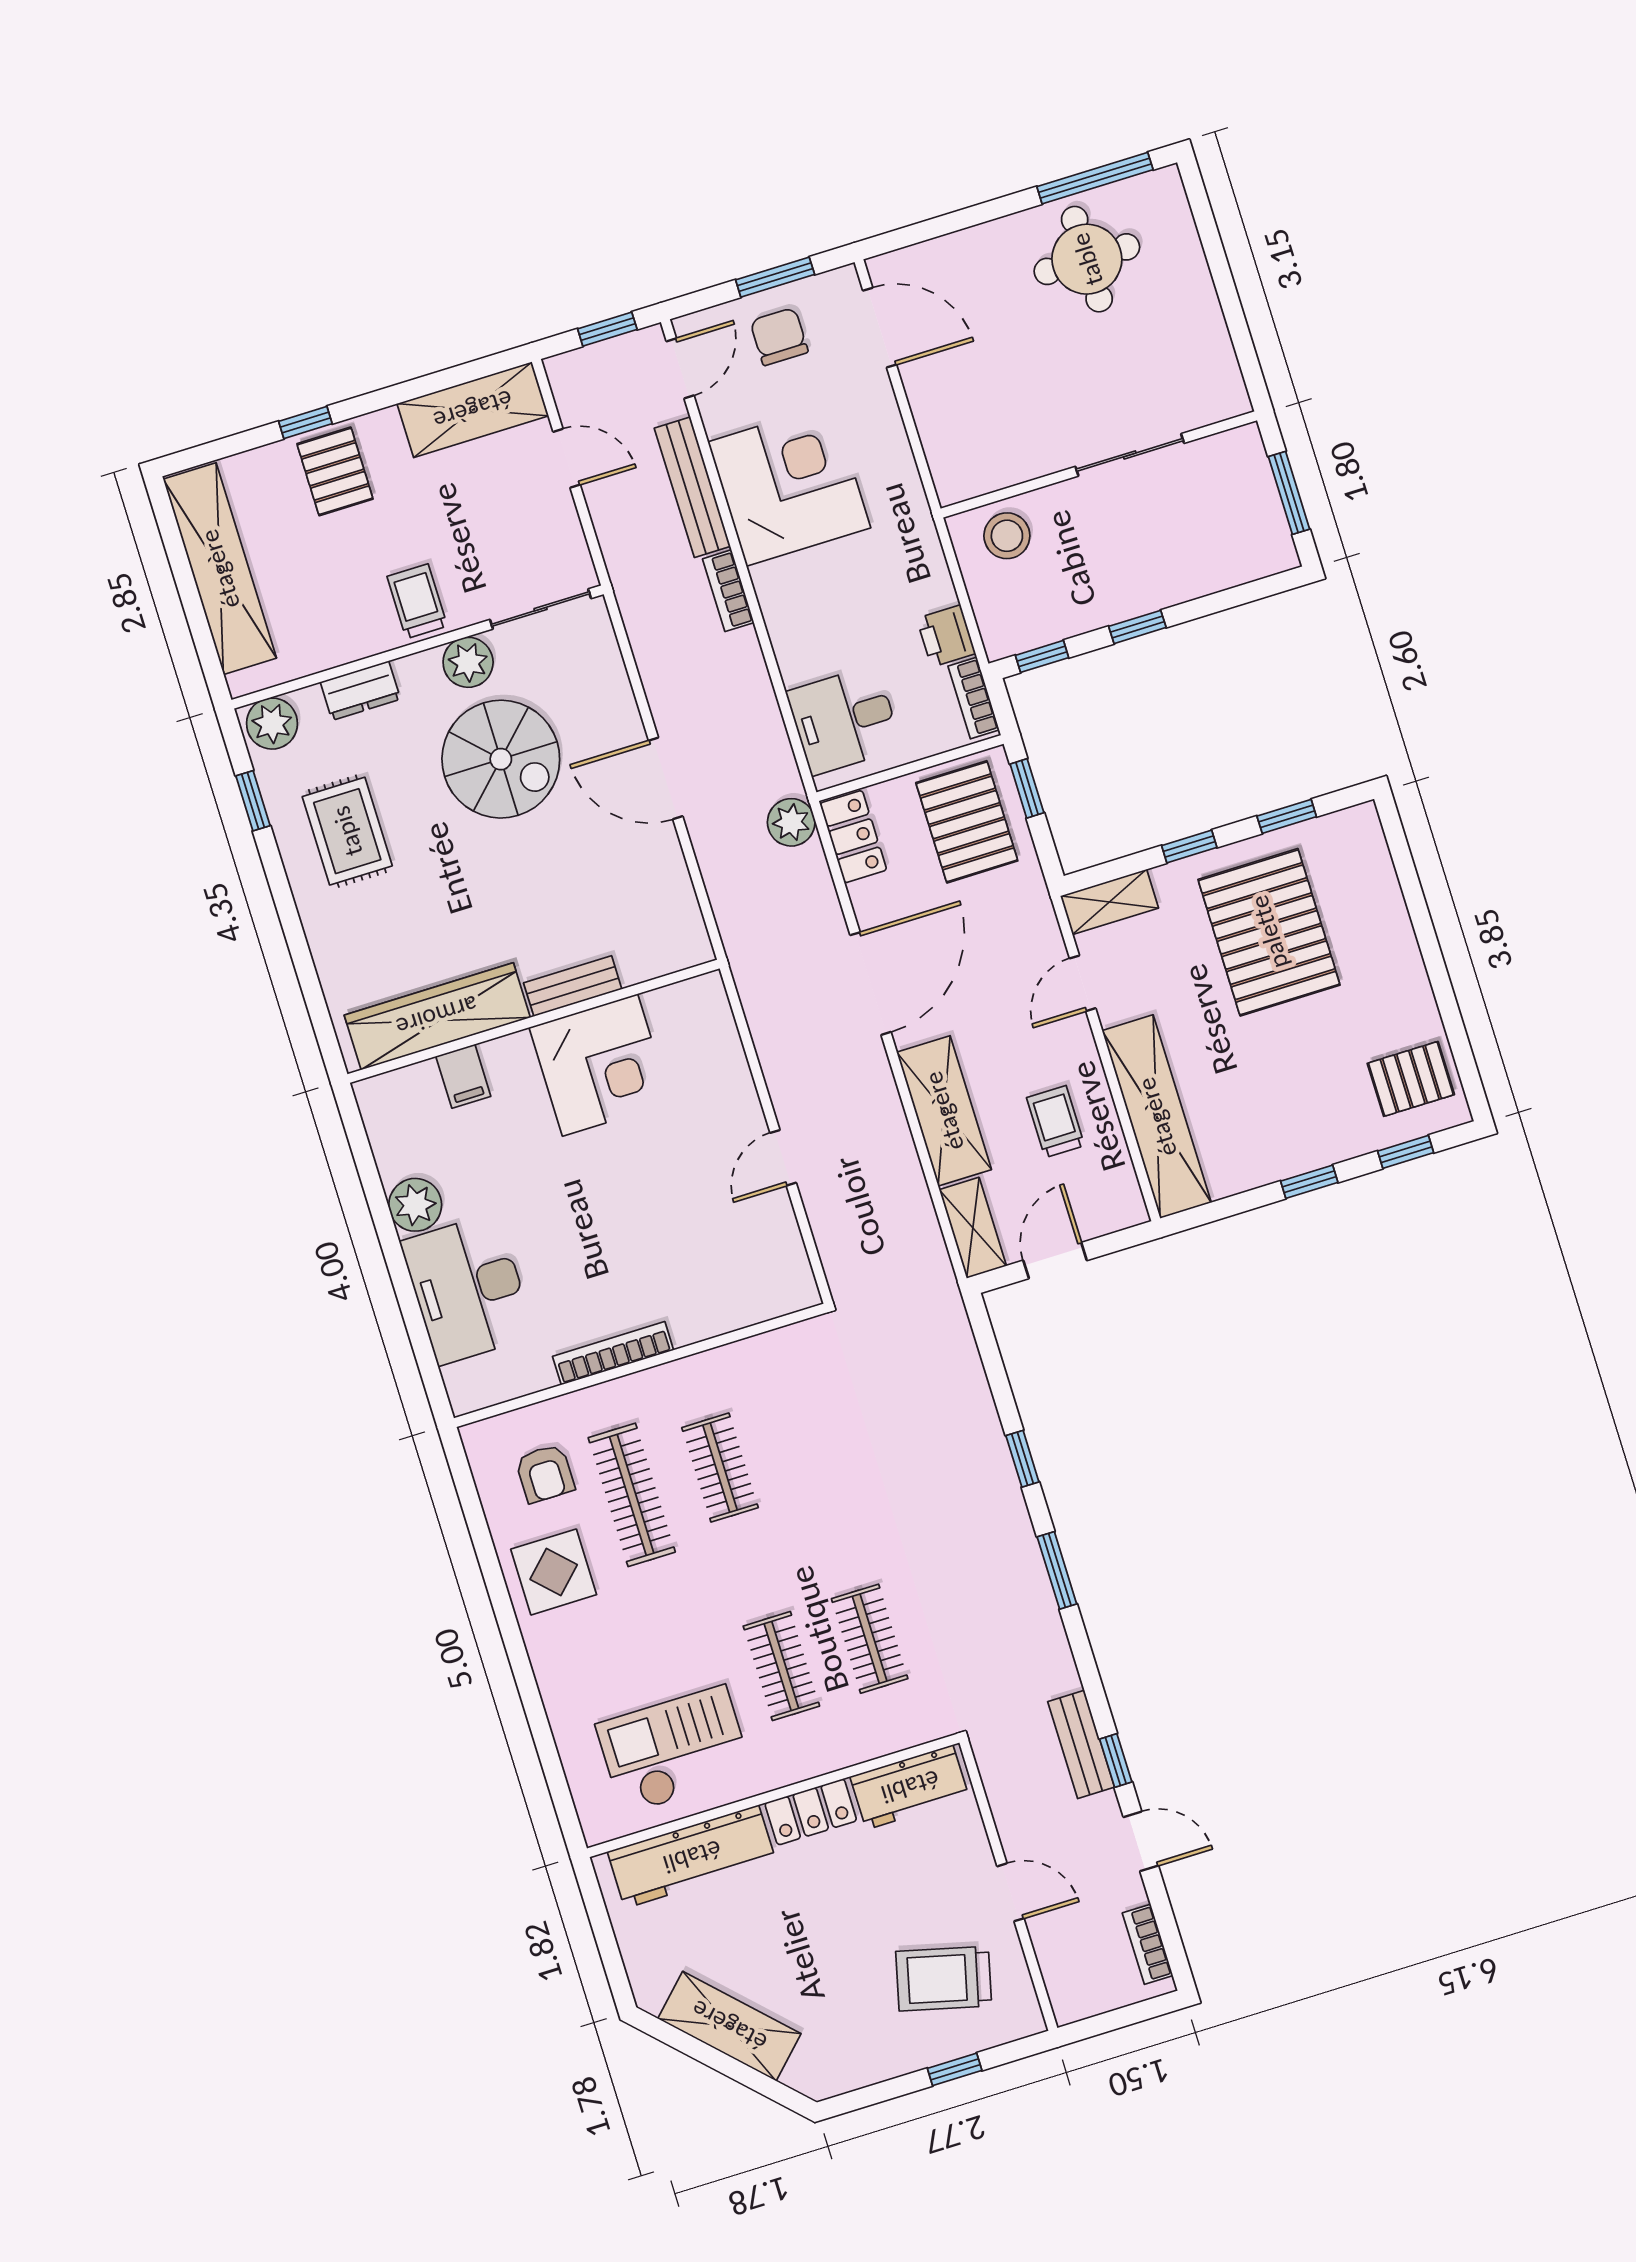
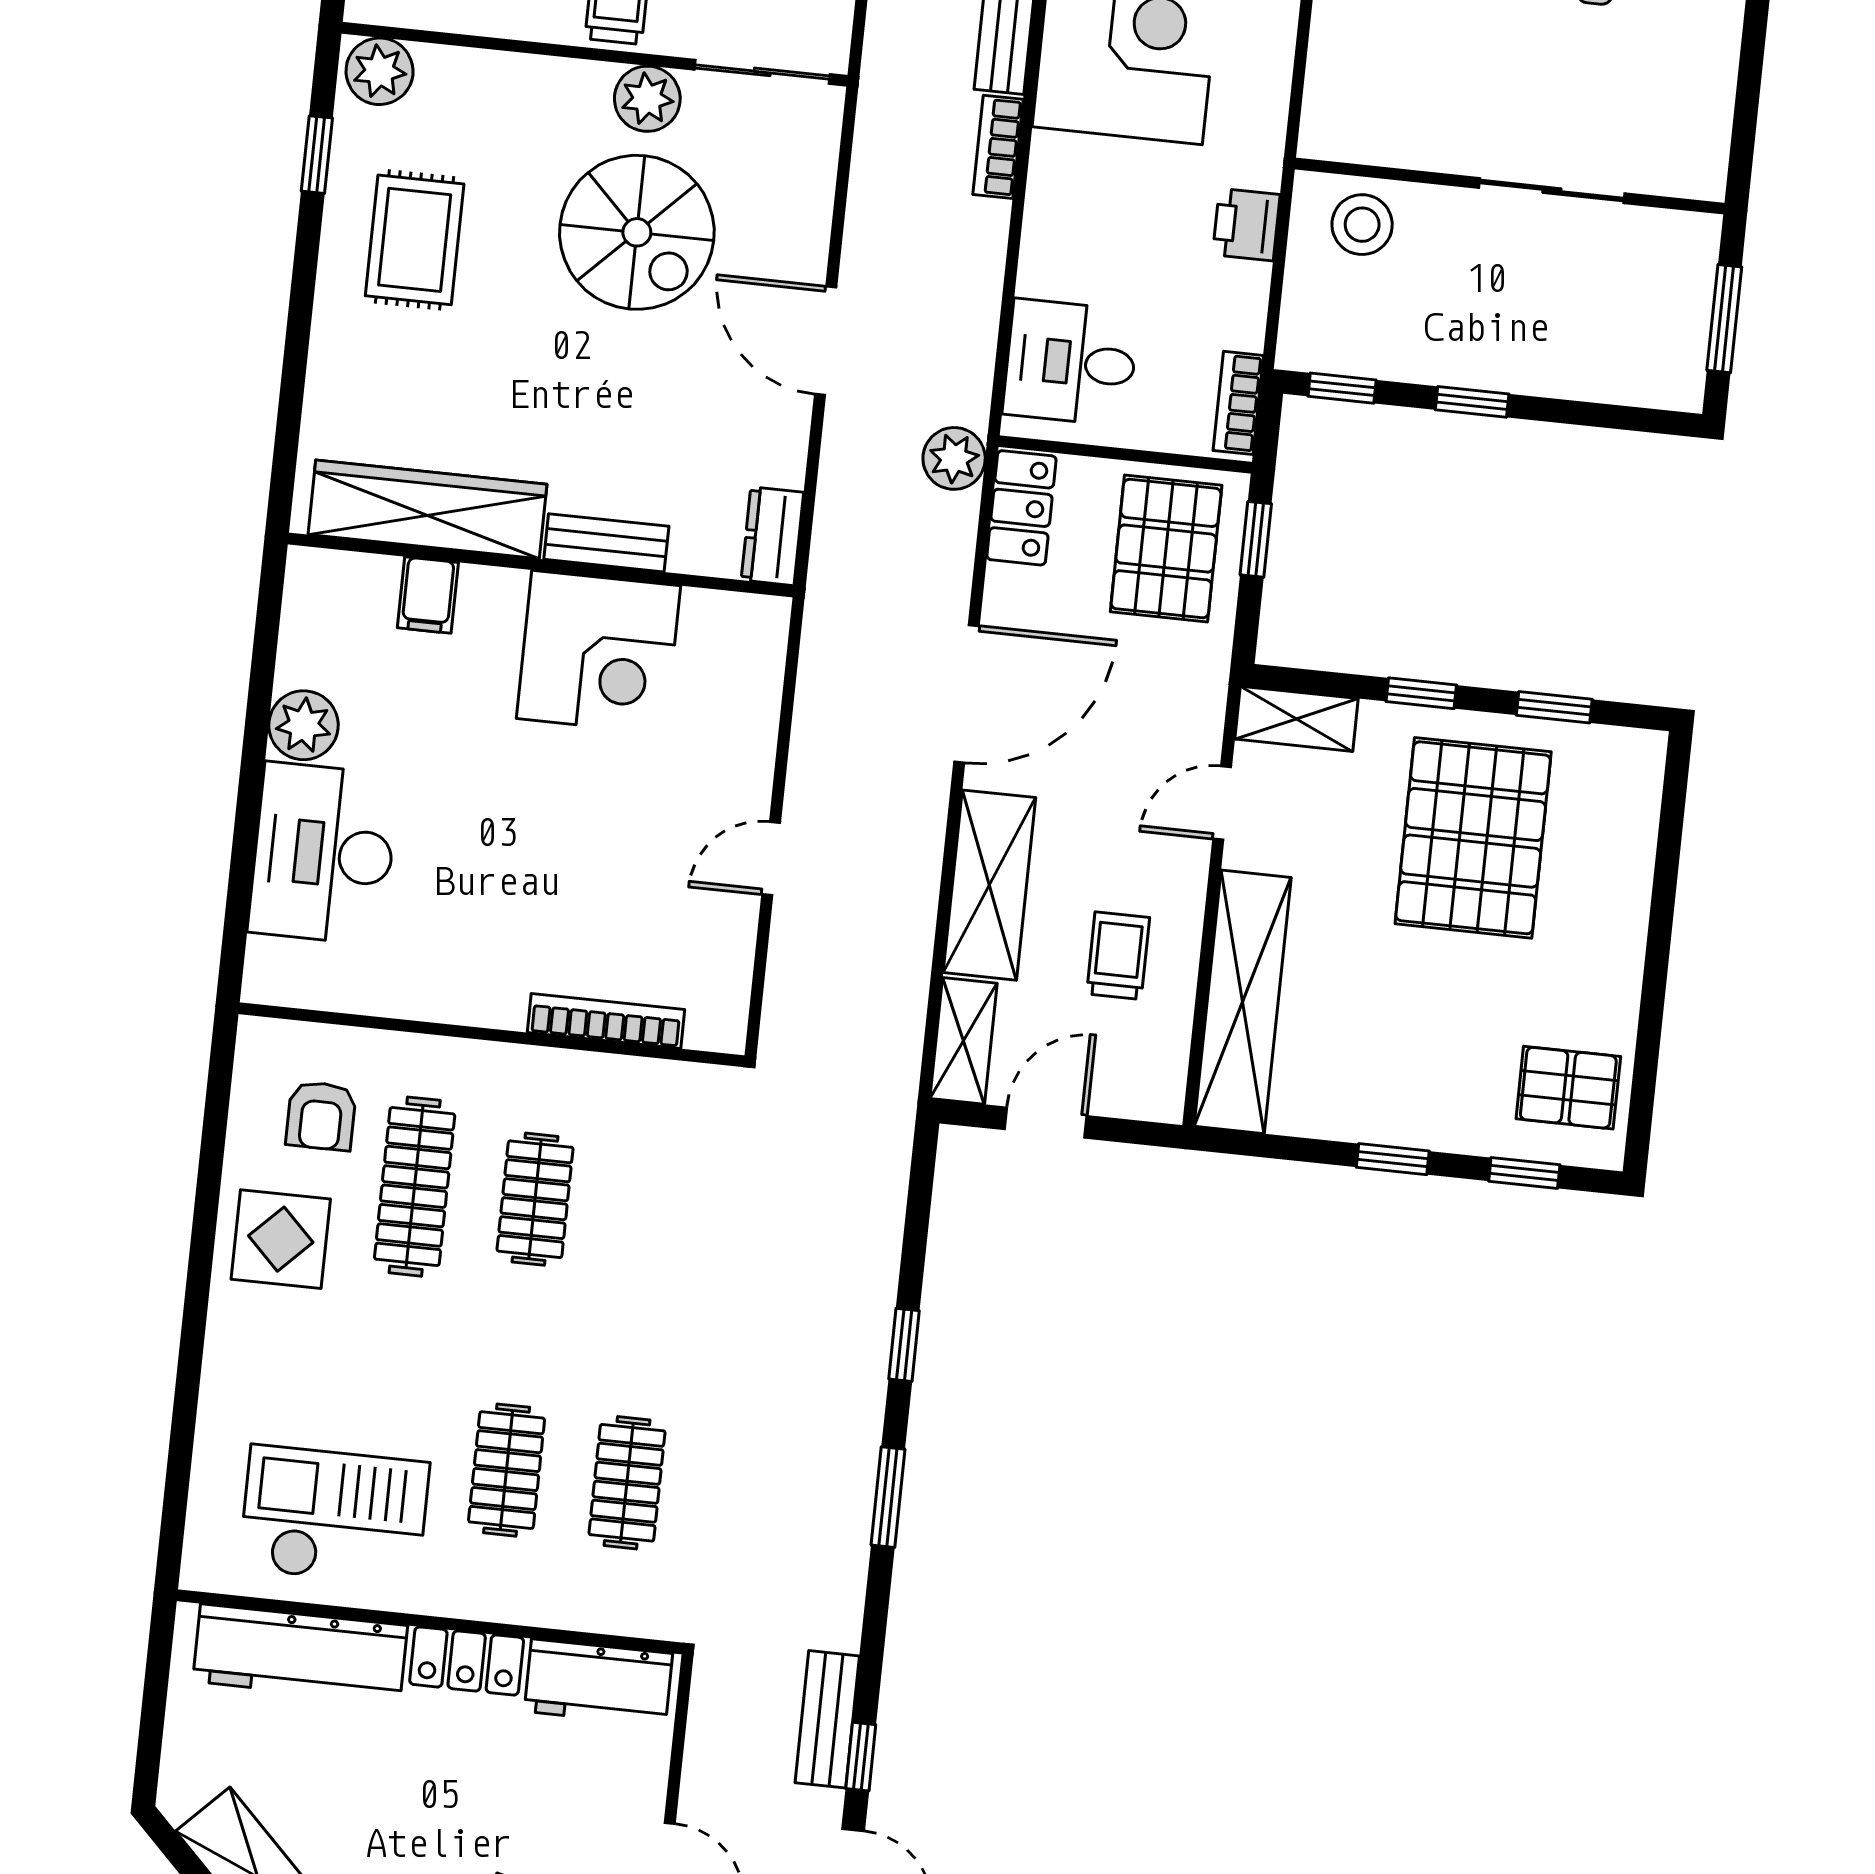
printer: (946, 636) -> (1246, 225), moved
dresser: (360, 691) -> (772, 536), moved, turned 90
bookcase: (613, 1353) -> (606, 1021), moved

